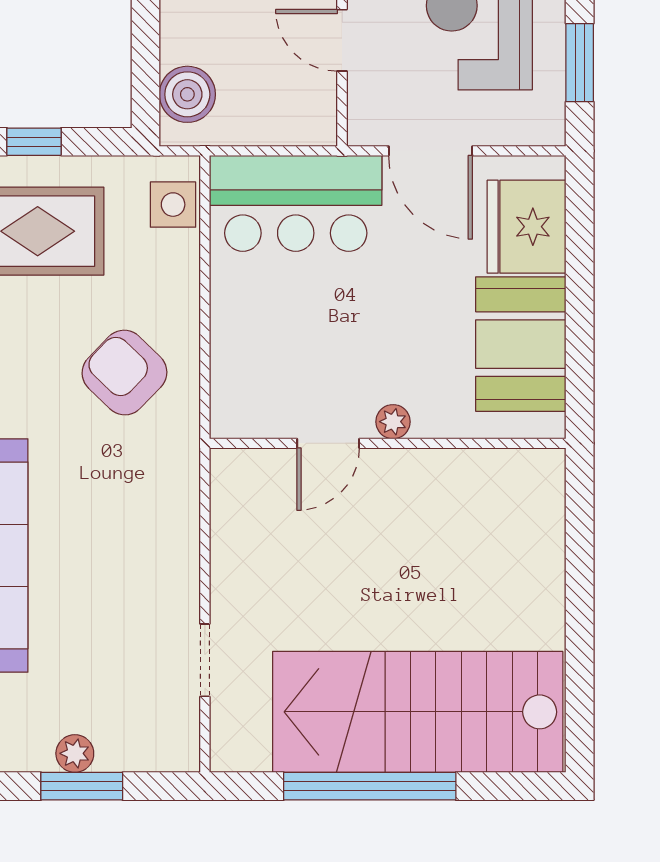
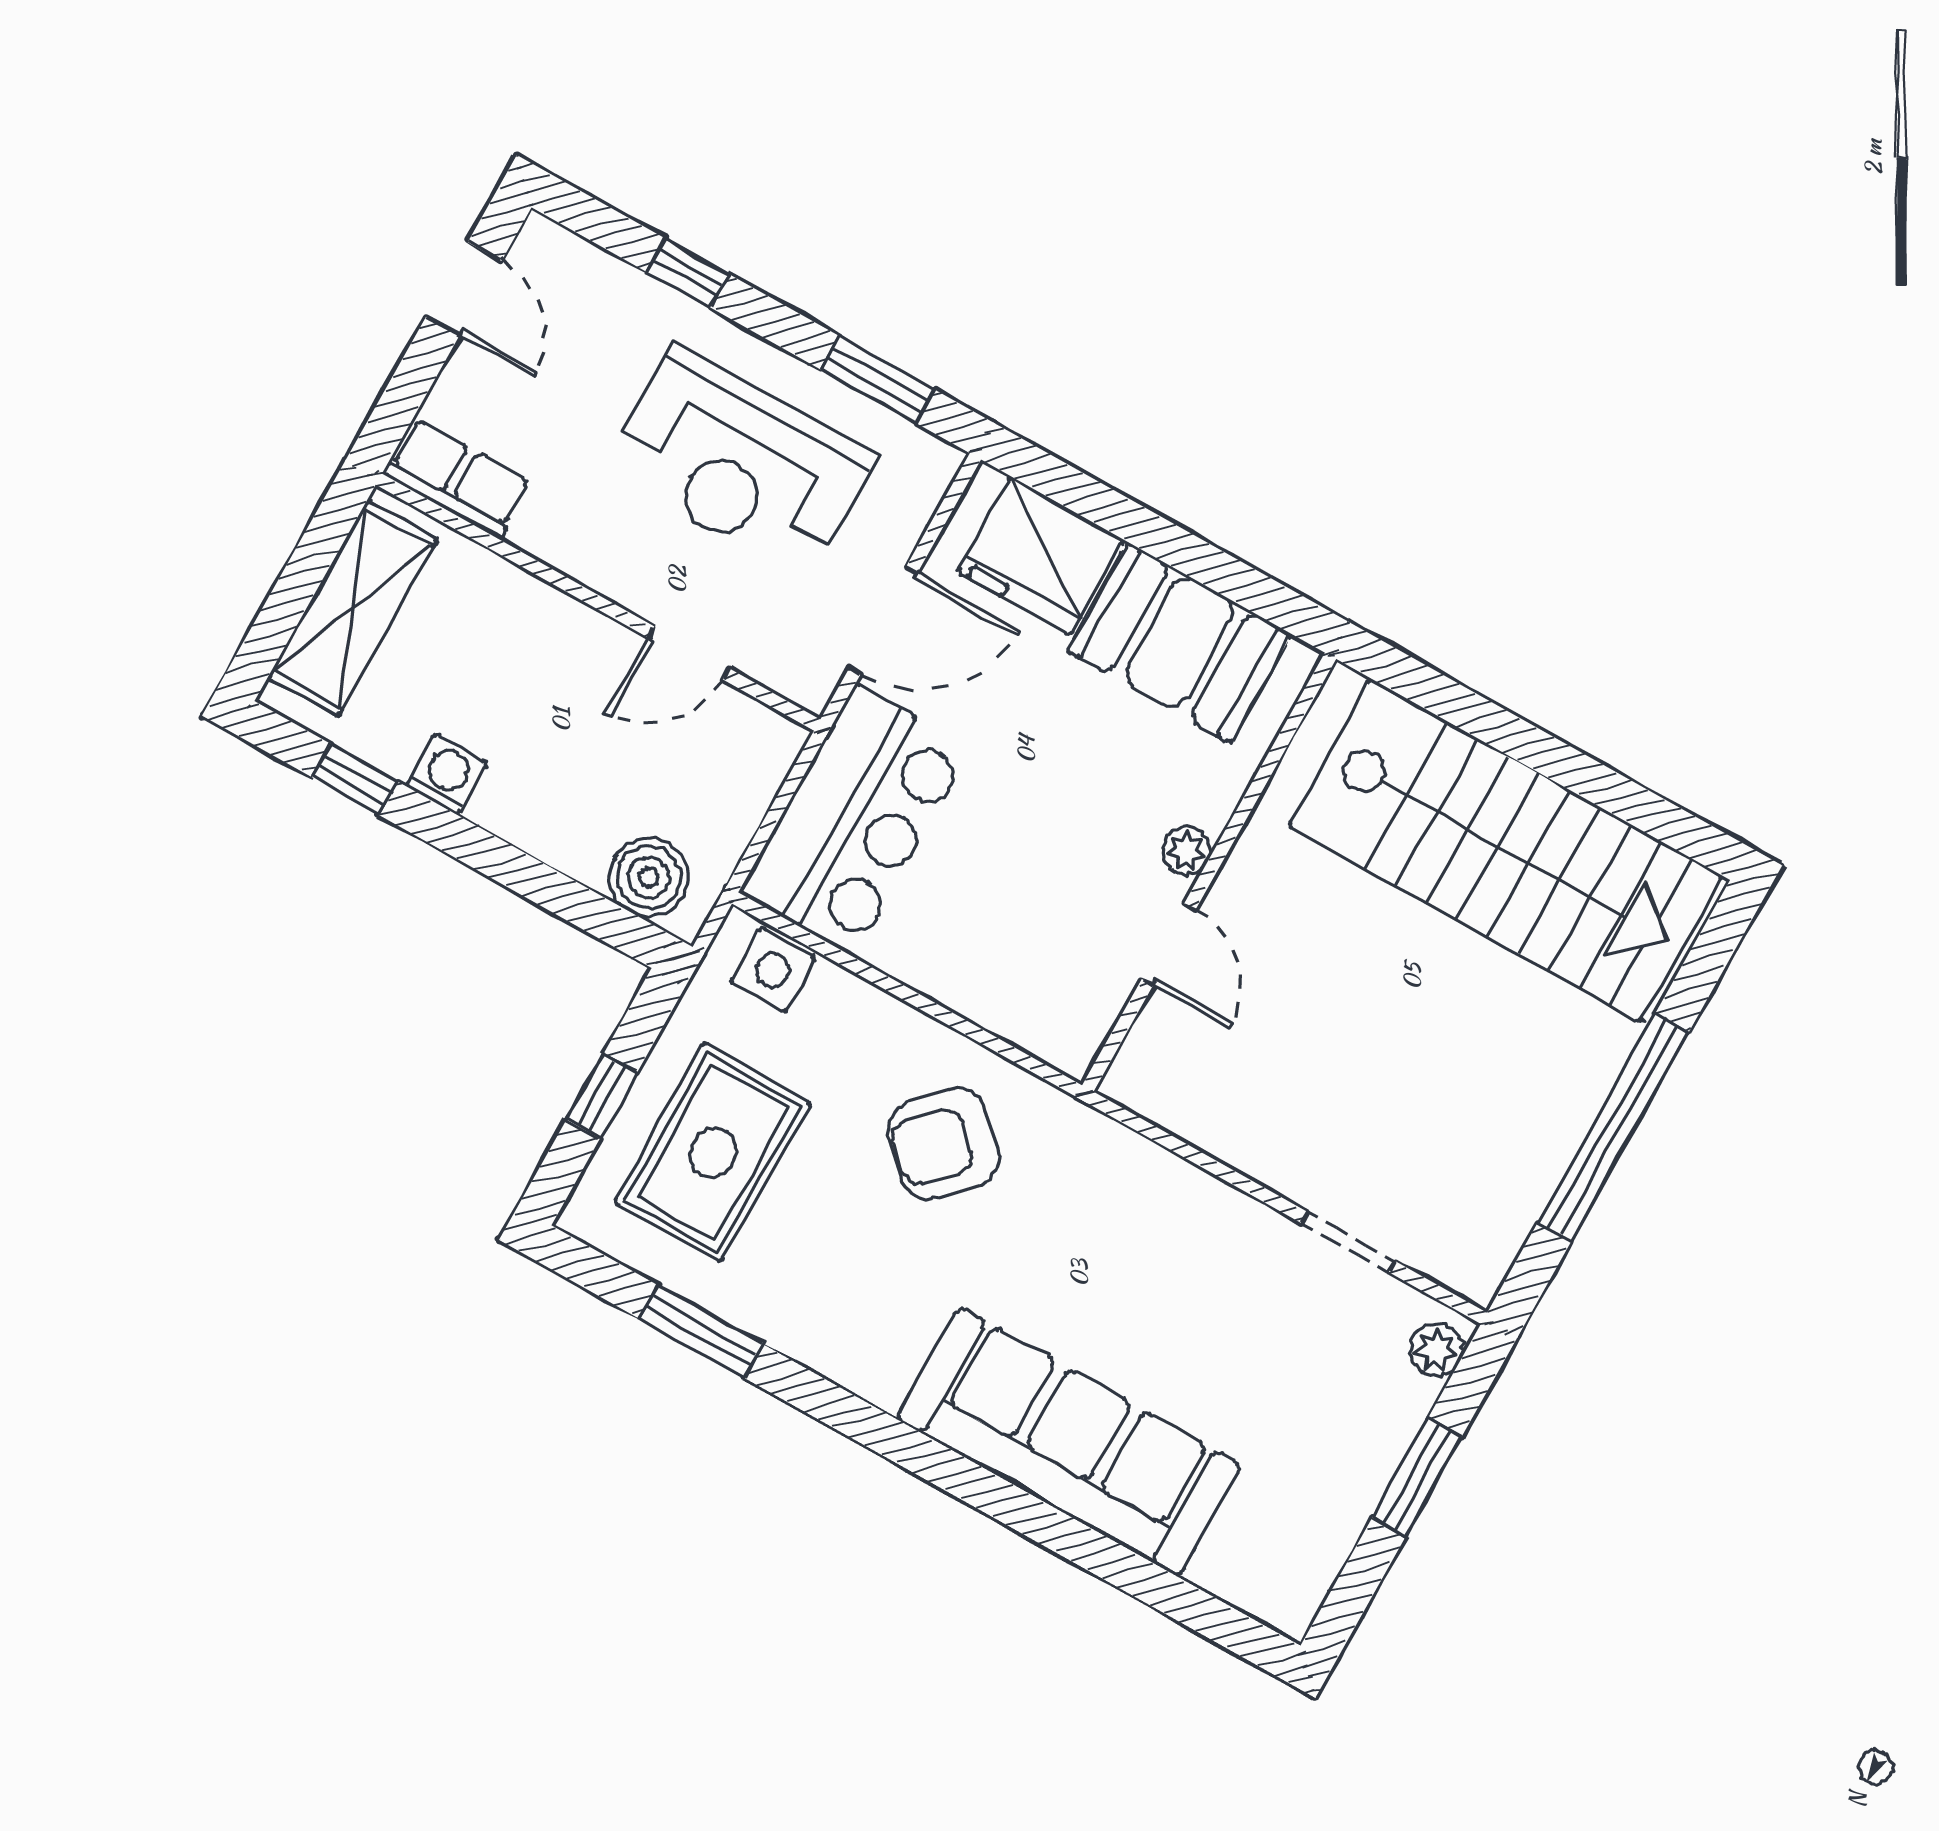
stairs: (418, 712) -> (1505, 850), moved, turned -90
plant: (75, 753) -> (1436, 1350), moved

